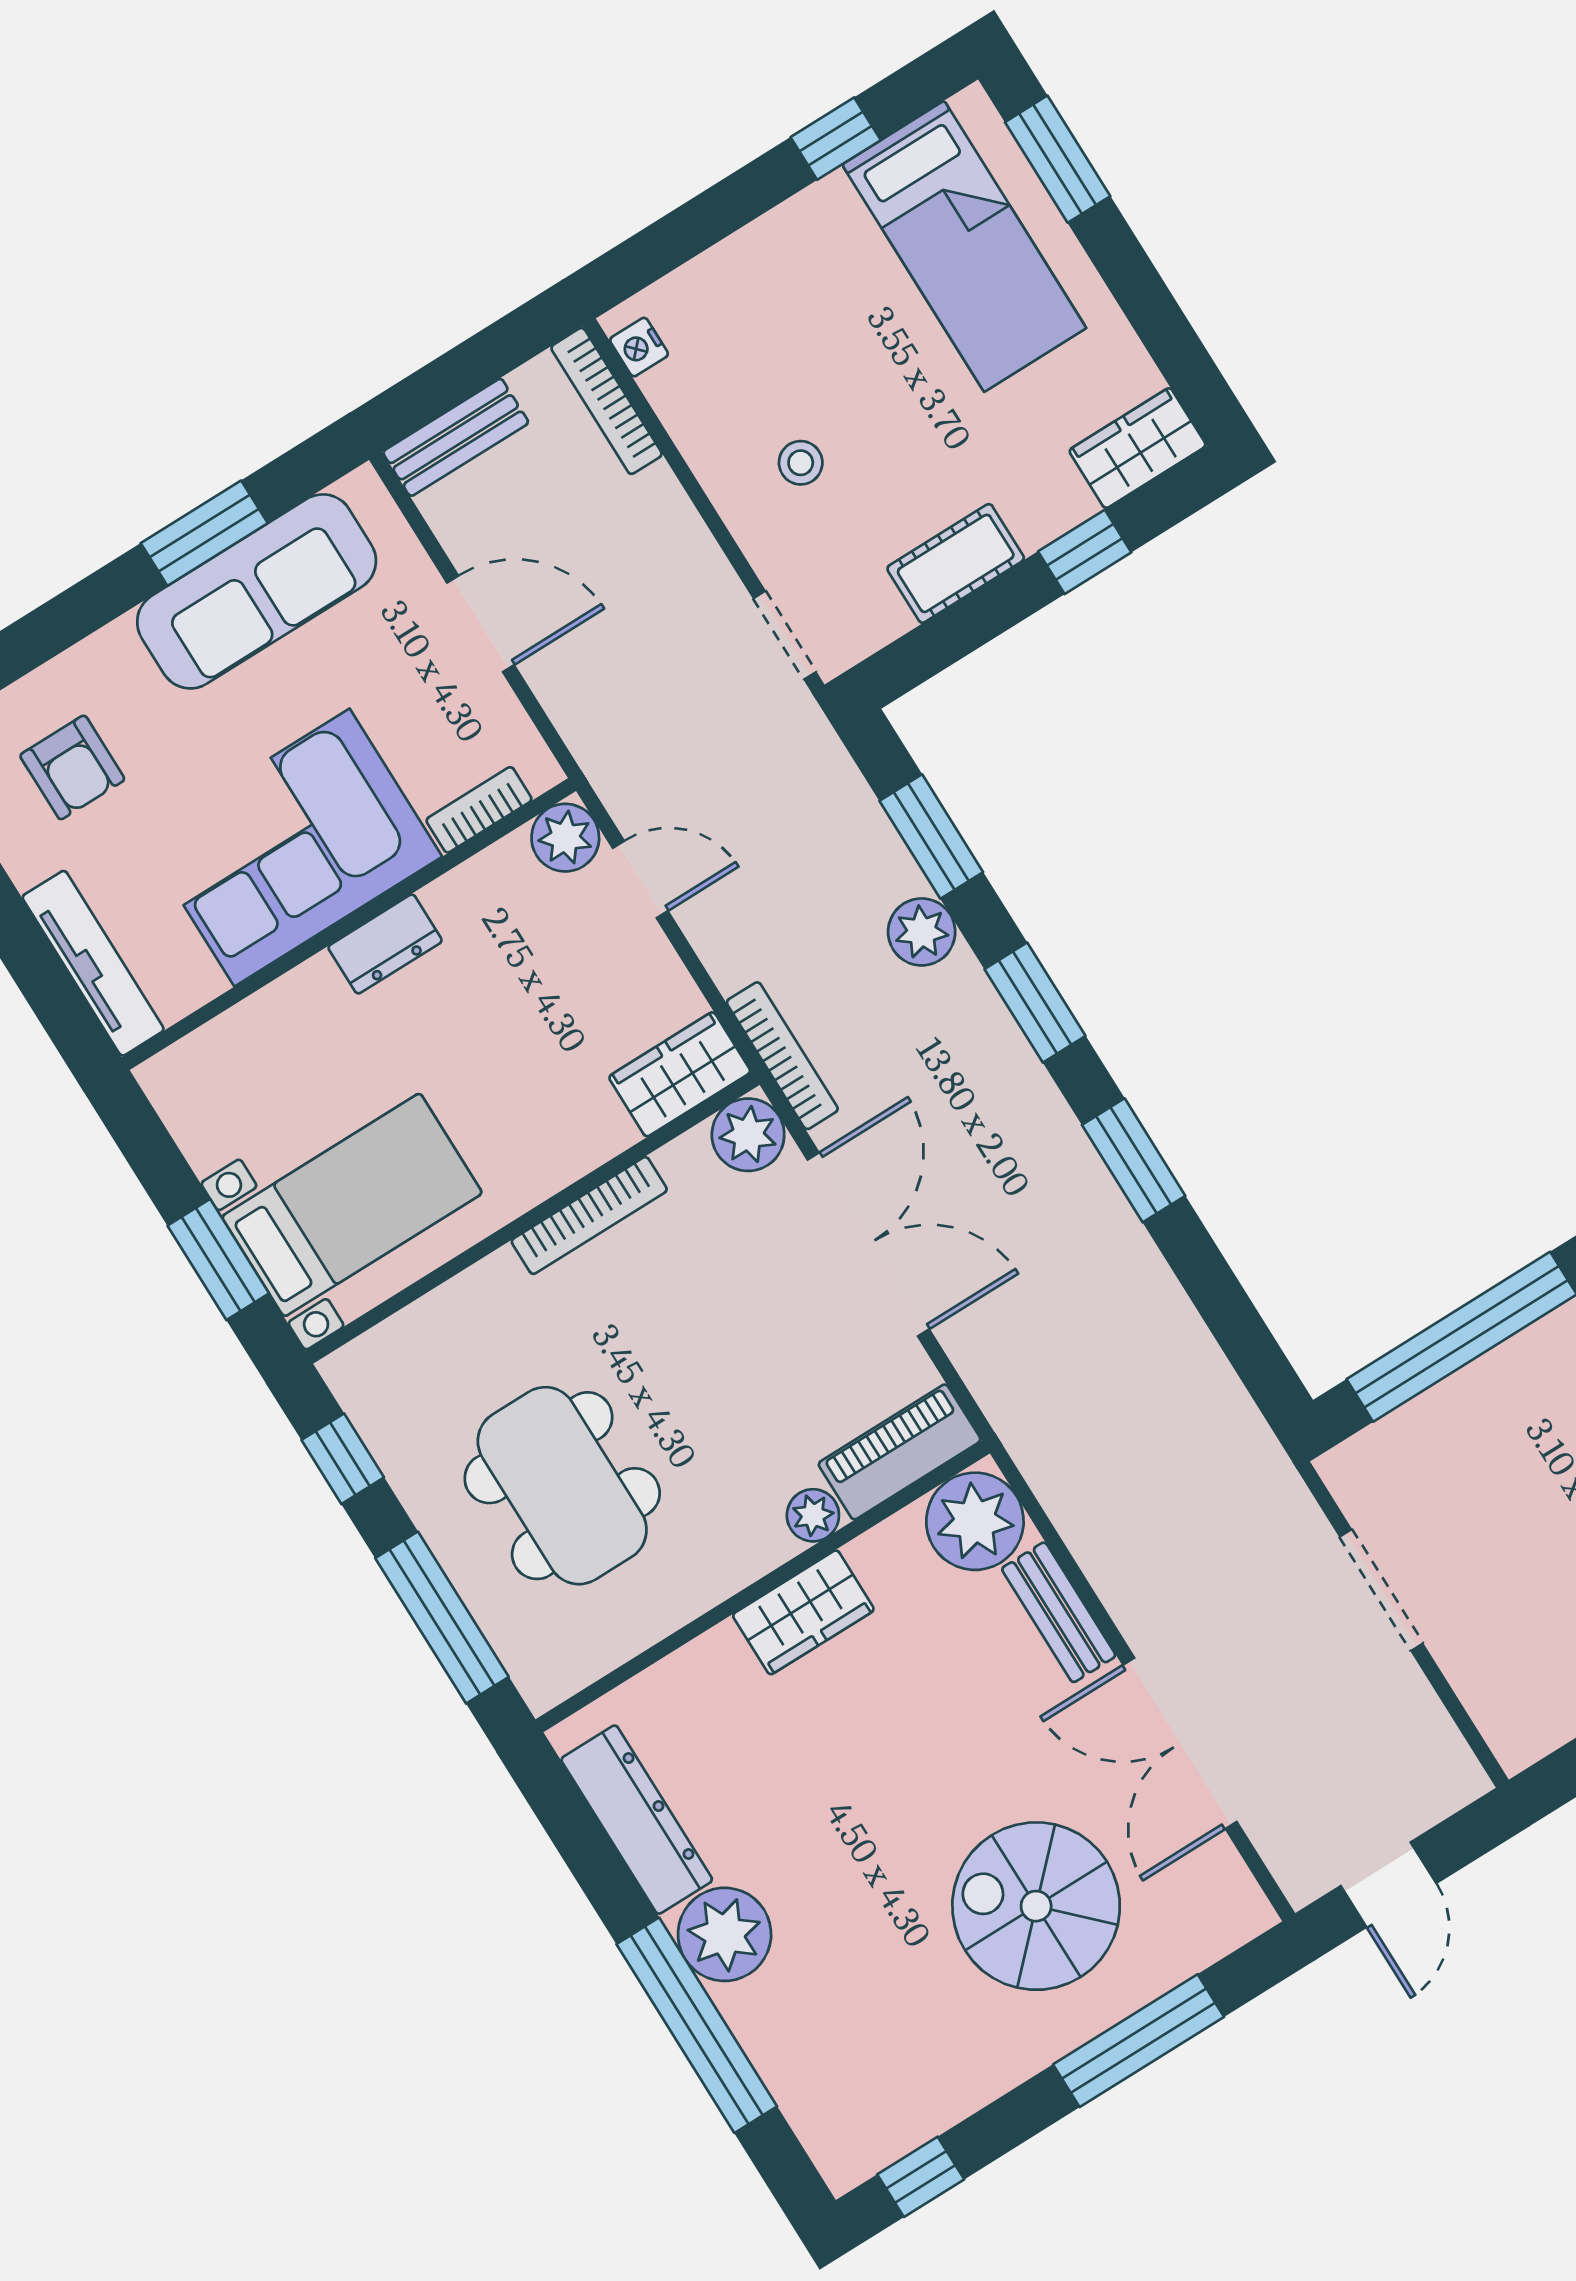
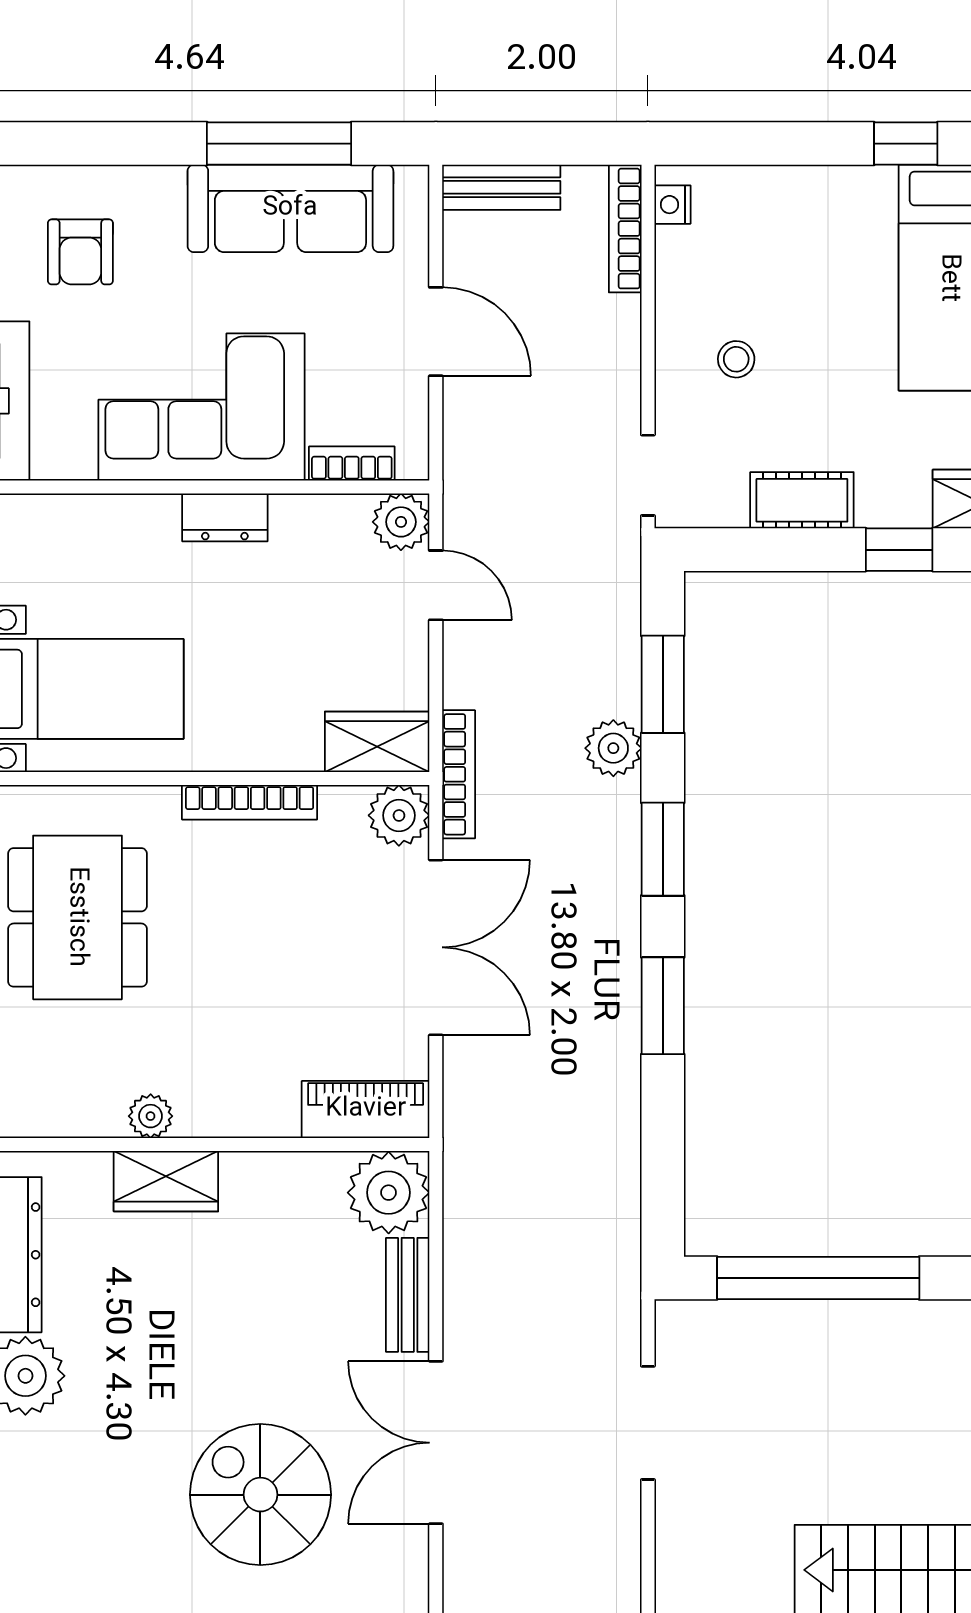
window: (204, 533) -> (279, 144), width x1.44
dining table: (562, 1486) -> (77, 917), moved
plant: (813, 1515) -> (151, 1116), moved
wardrobe: (803, 1612) -> (166, 1181), moved

